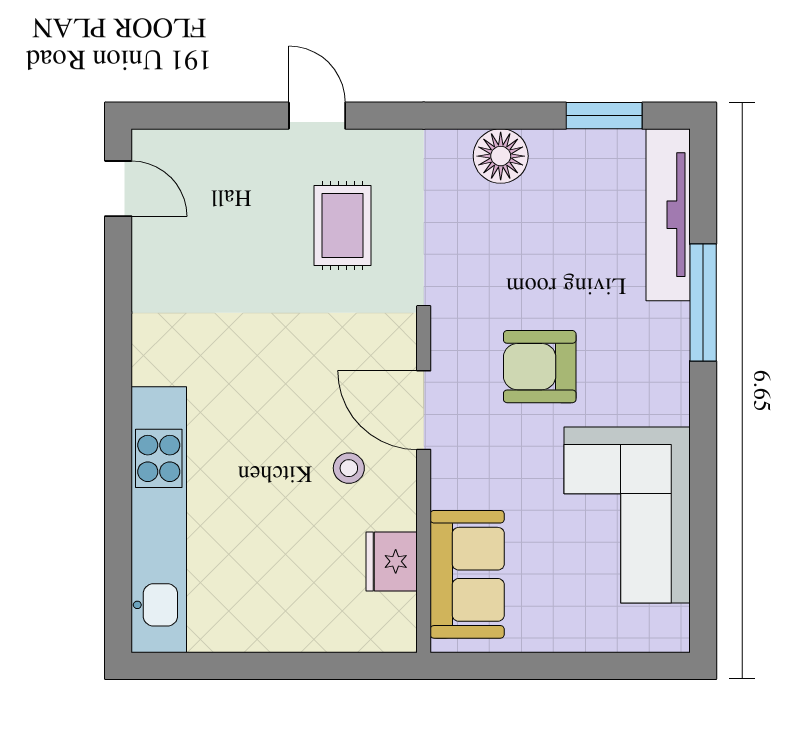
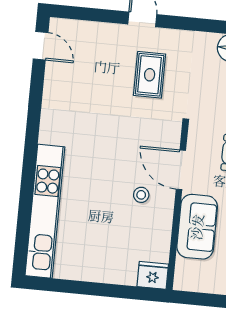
fridge: (392, 561) -> (153, 275), moved, turned 90
sofa: (467, 574) -> (197, 227), moved

